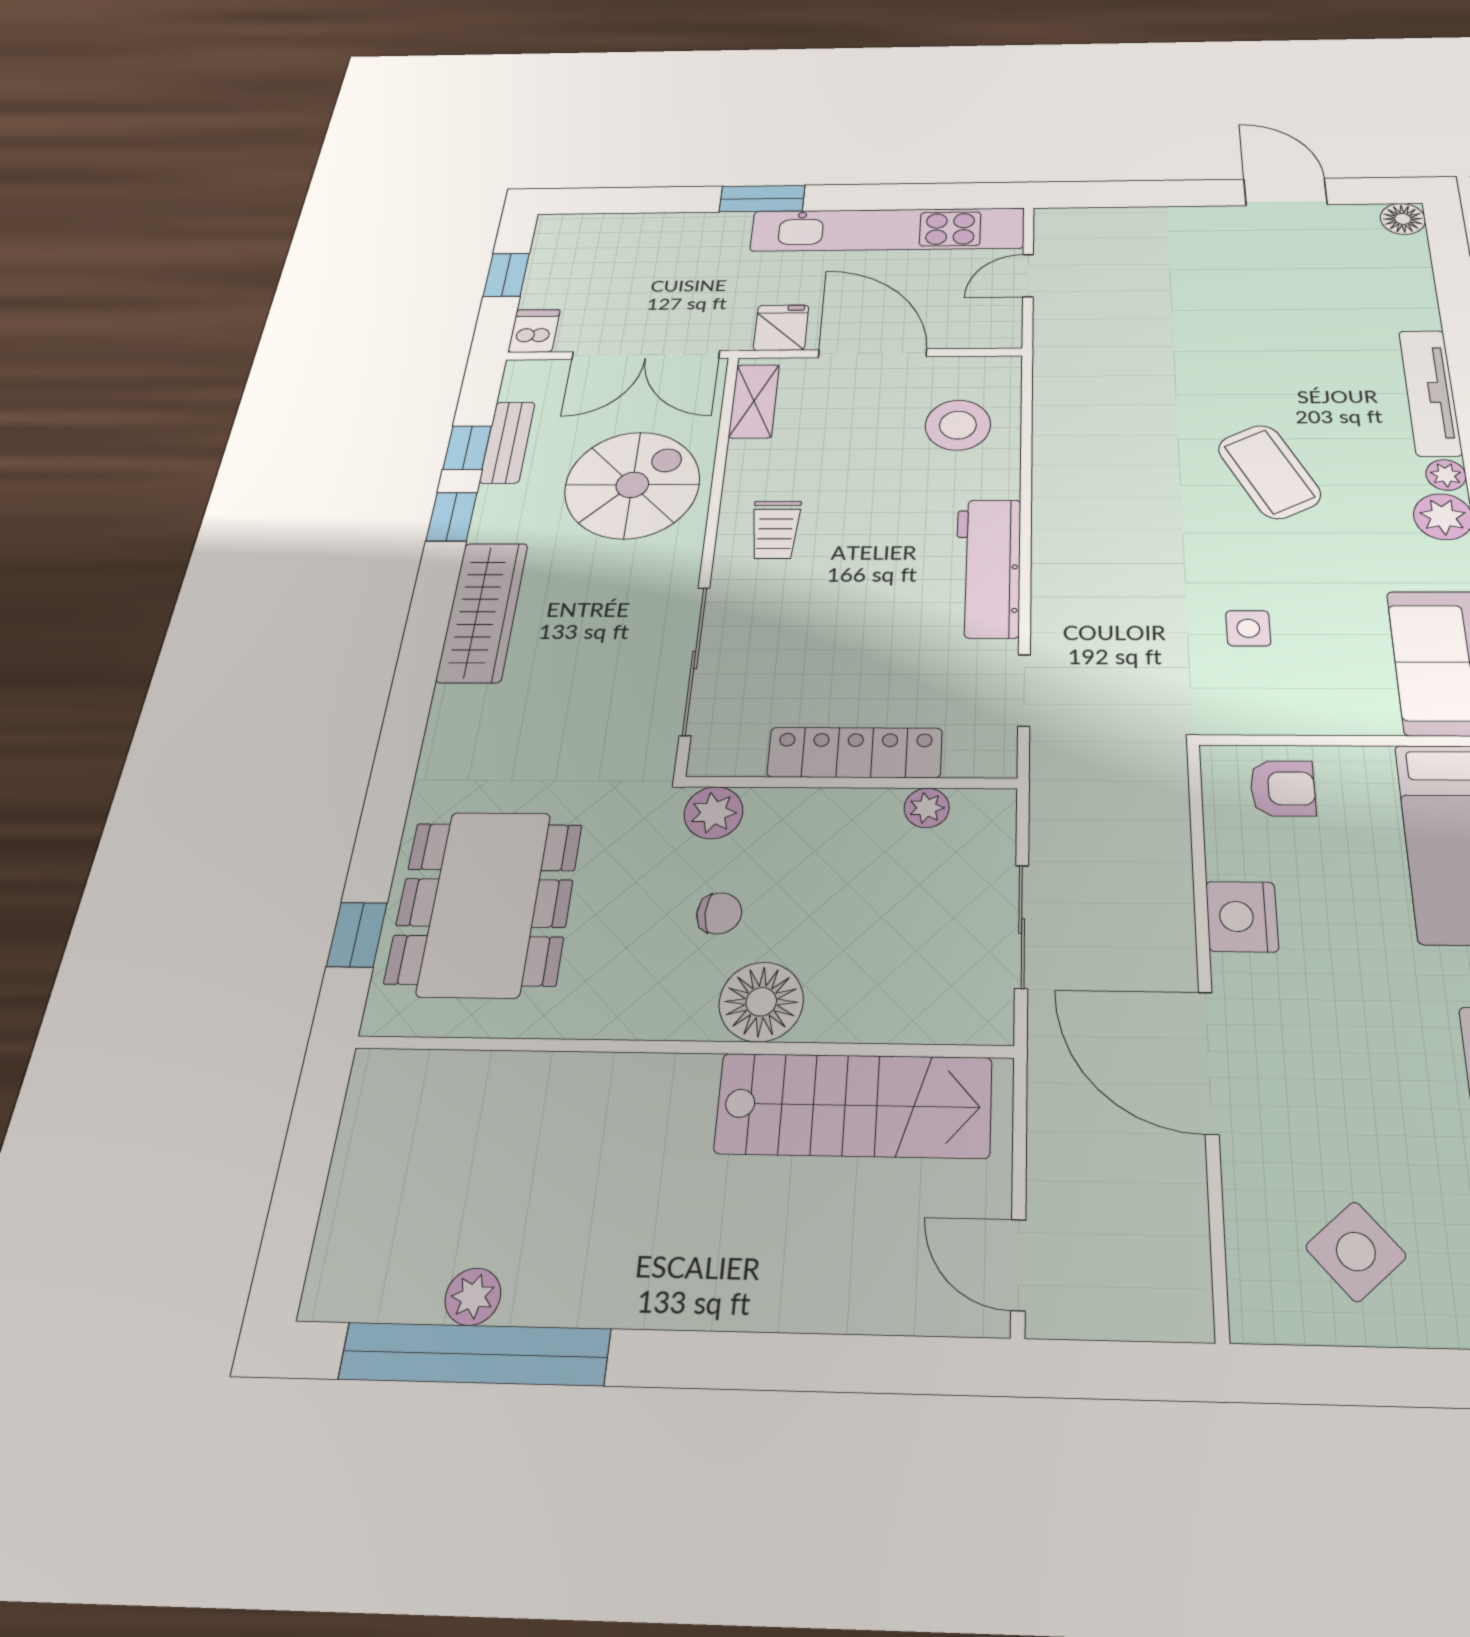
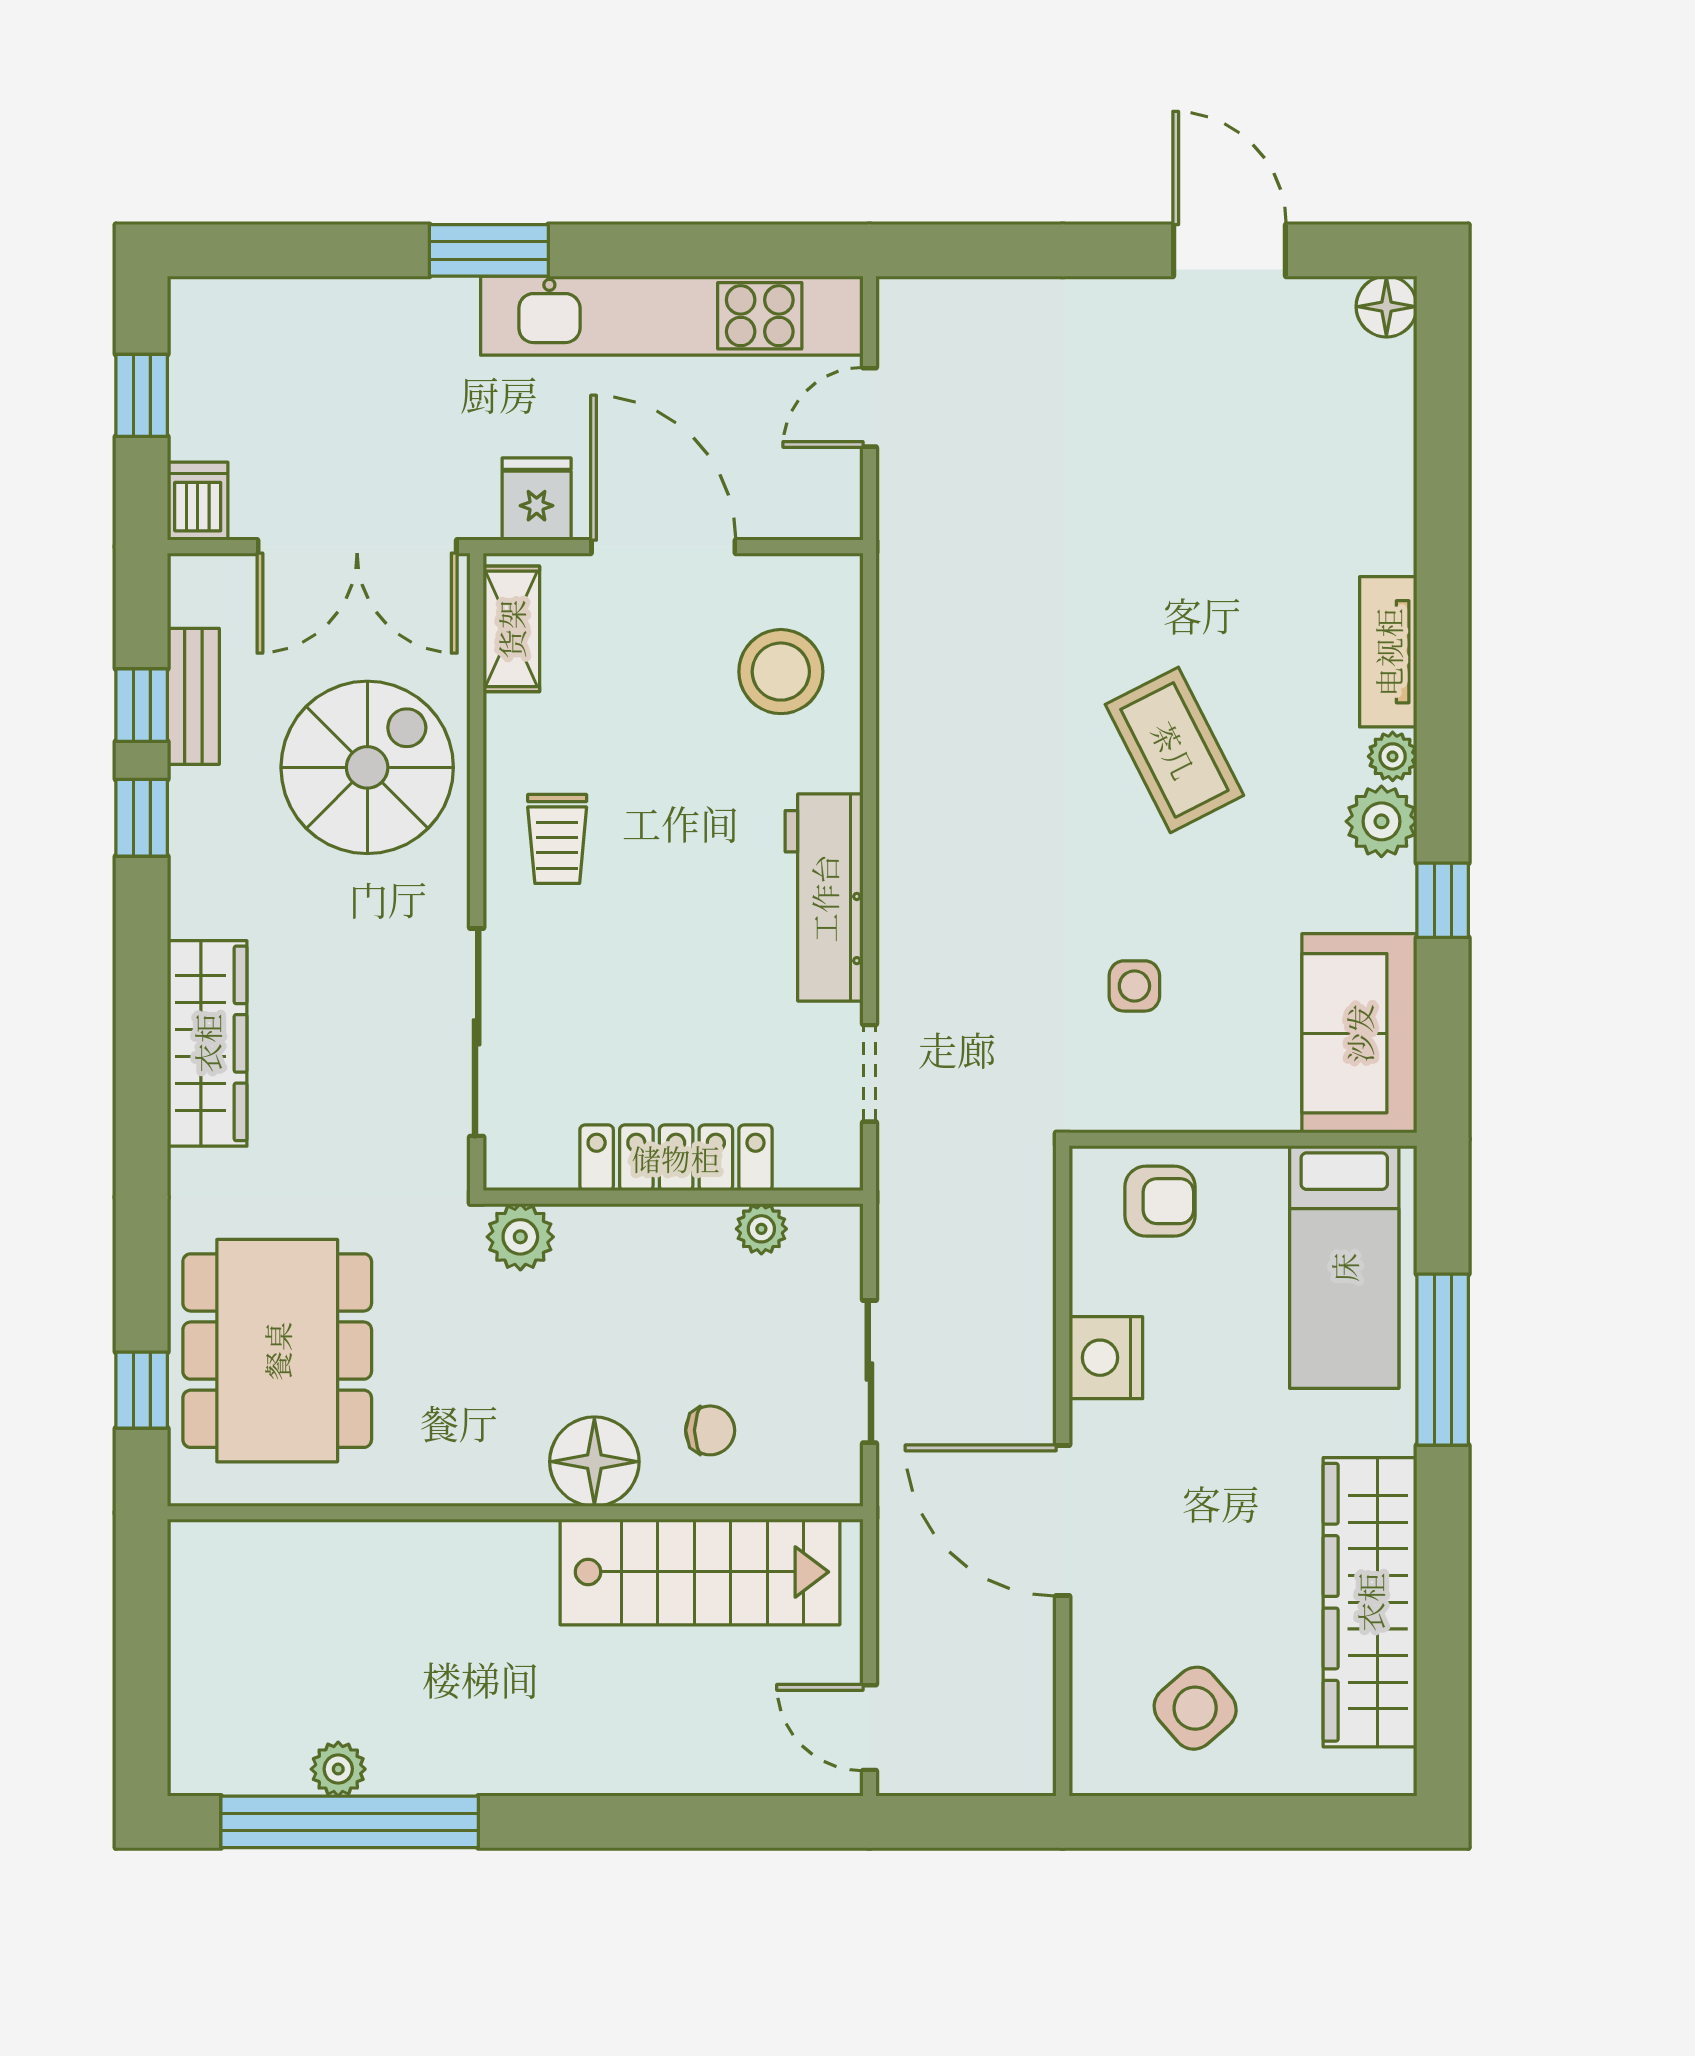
tv unit: (1430, 392) -> (1388, 652), width x0.71
wardrobe: (483, 612) -> (207, 1043), moved
chair: (719, 913) -> (710, 1430), moved

